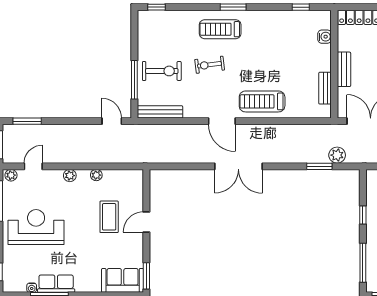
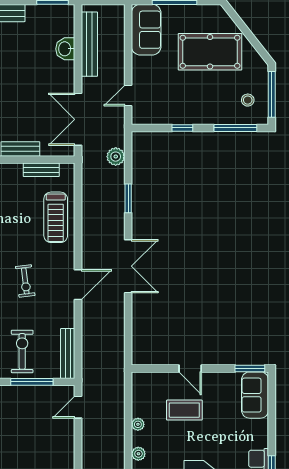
exercise bike: (210, 65) -> (25, 281), moved
treadmill: (262, 101) -> (56, 217), moved
window: (319, 166) -> (128, 198), moved

